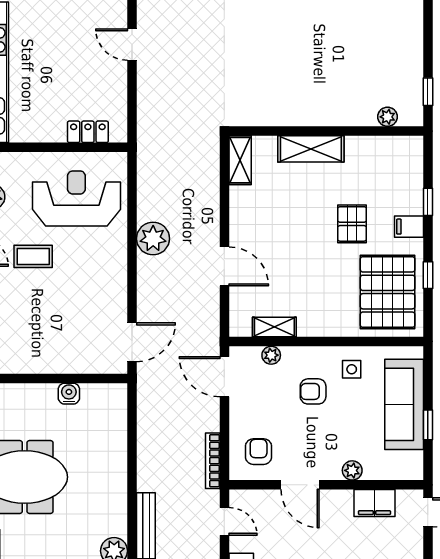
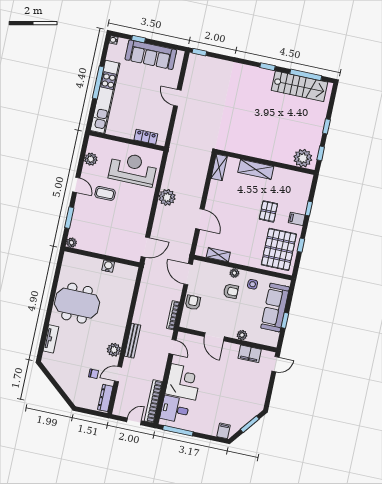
window: (428, 38) -> (326, 126), added
plant: (388, 117) -> (303, 158), width x1.88, depth x1.88
plant: (271, 355) -> (234, 273), moved
armchair: (313, 391) -> (231, 291), turned 180
armchair: (259, 452) -> (193, 302), moved

